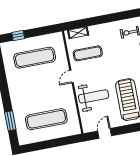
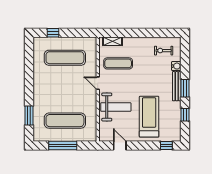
door: (71, 76) -> (98, 83), hinge flipped
door: (105, 133) -> (120, 146), hinge flipped
window: (49, 144) -> (63, 146), added

